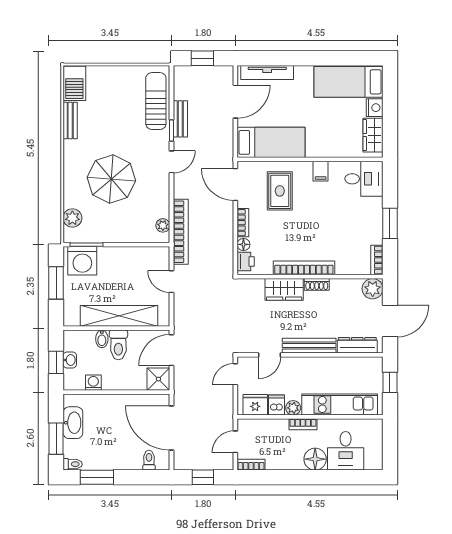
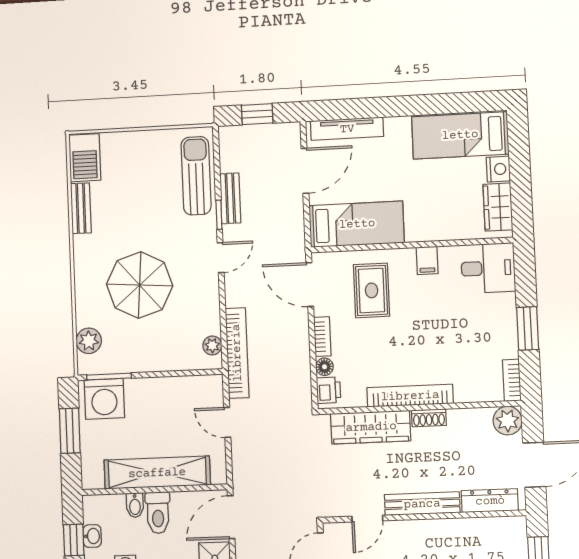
wardrobe: (284, 289) -> (371, 427), width x1.50

